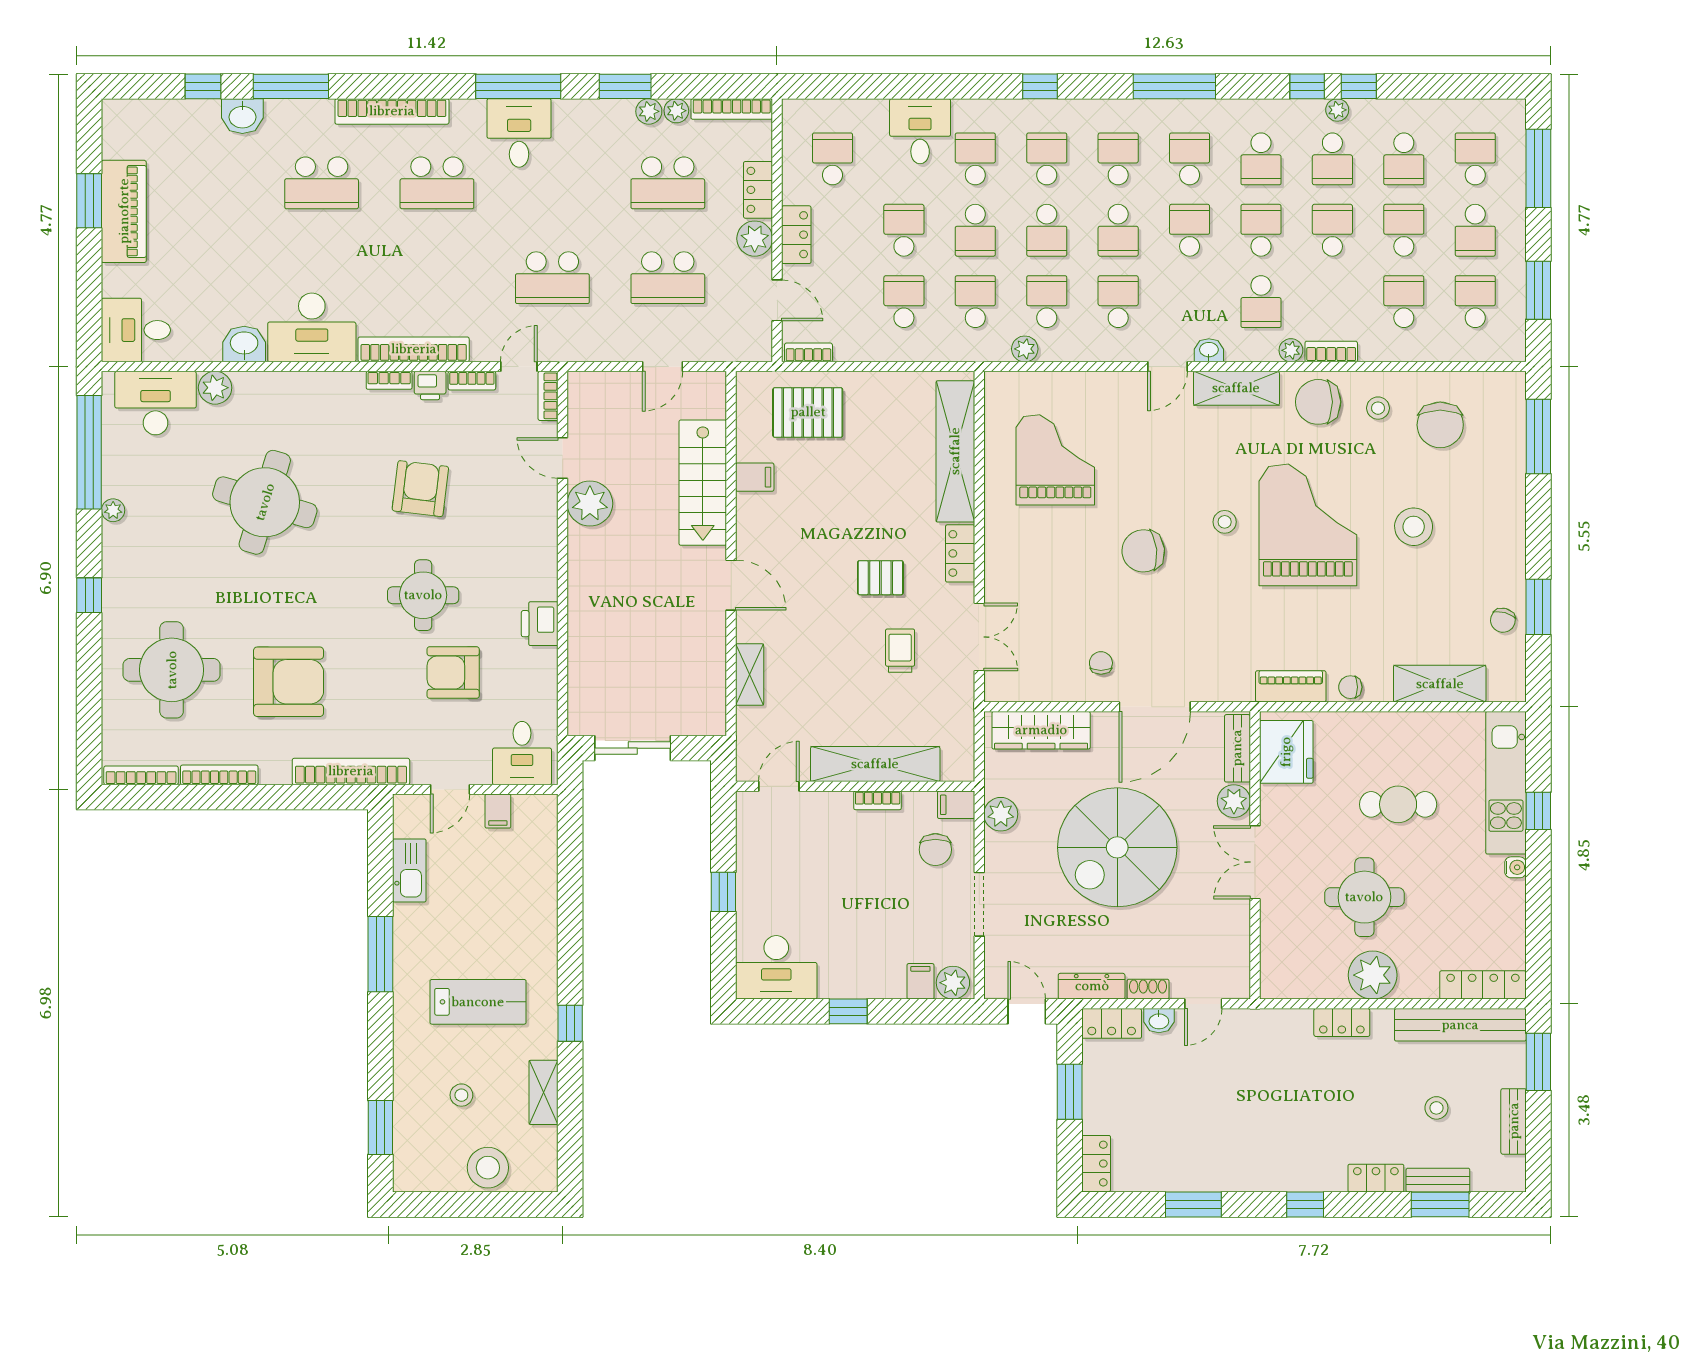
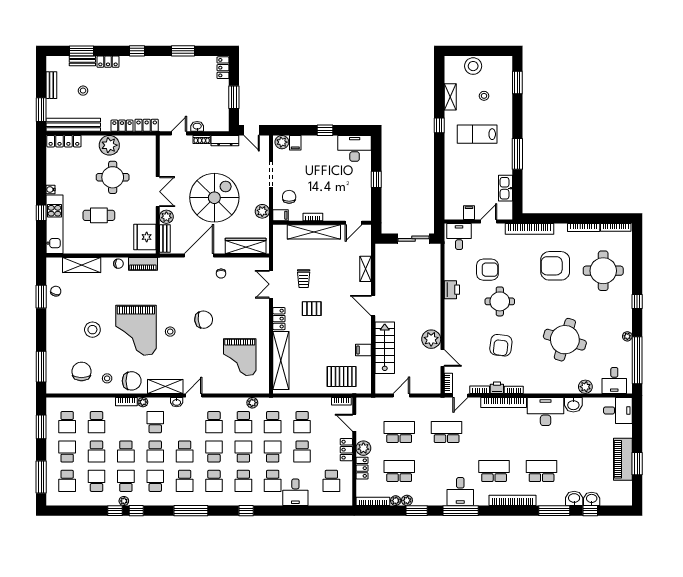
washbasin: (200, 115) -> (592, 499), added
desk: (156, 403) -> (614, 380), width x0.73
locker: (1112, 1023) -> (147, 125), moved

